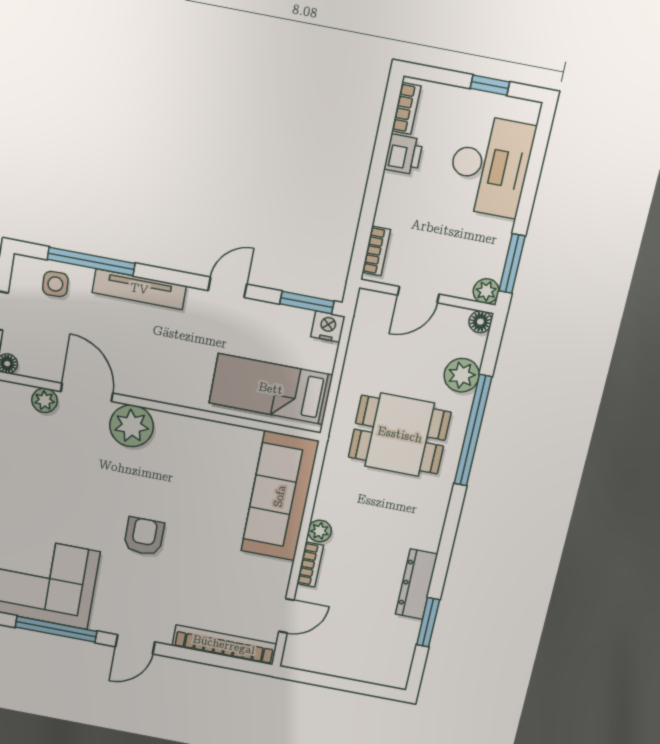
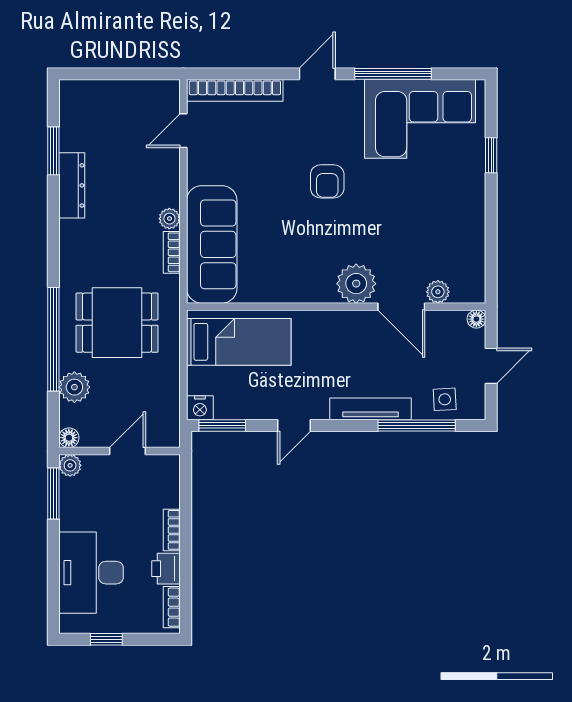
bookcase: (376, 251) -> (172, 530), moved
bookcase: (310, 564) -> (172, 252), moved

